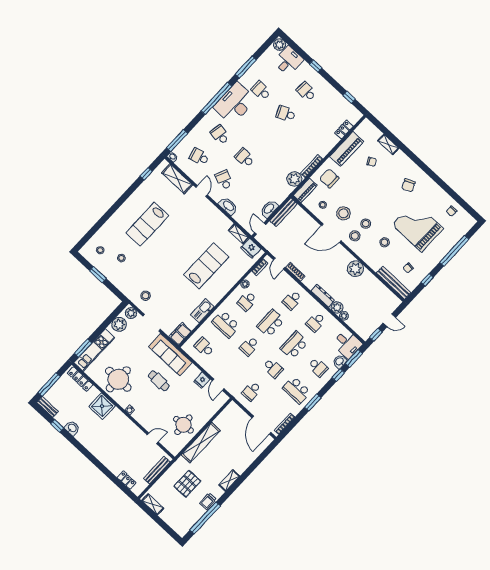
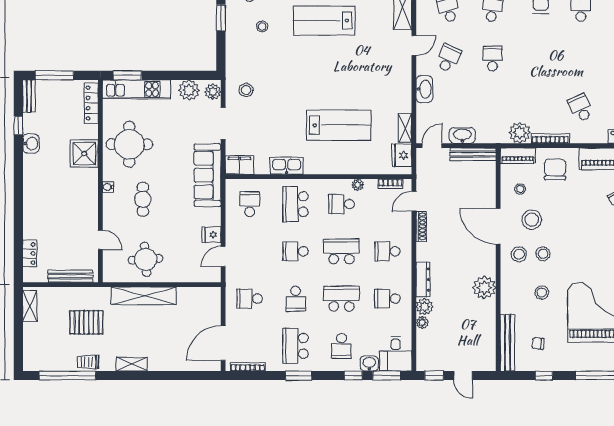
school desk: (286, 114) -> (581, 108), moved
cafe table: (159, 381) -> (143, 199), moved

